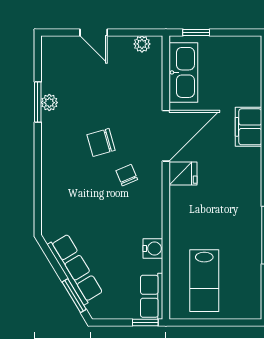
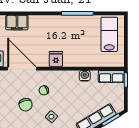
fridge: (183, 174) -> (56, 59), moved
side table: (80, 189) -> (51, 117), added
lab bench: (204, 281) -> (109, 34), moved, turned -90

